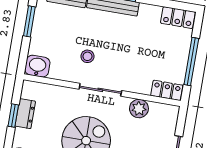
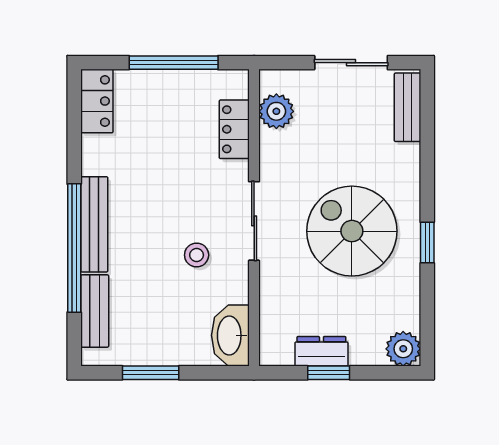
washbasin: (37, 66) -> (230, 335), width x1.38
locker: (167, 90) -> (234, 129), moved
plant: (139, 109) -> (276, 111), moved

